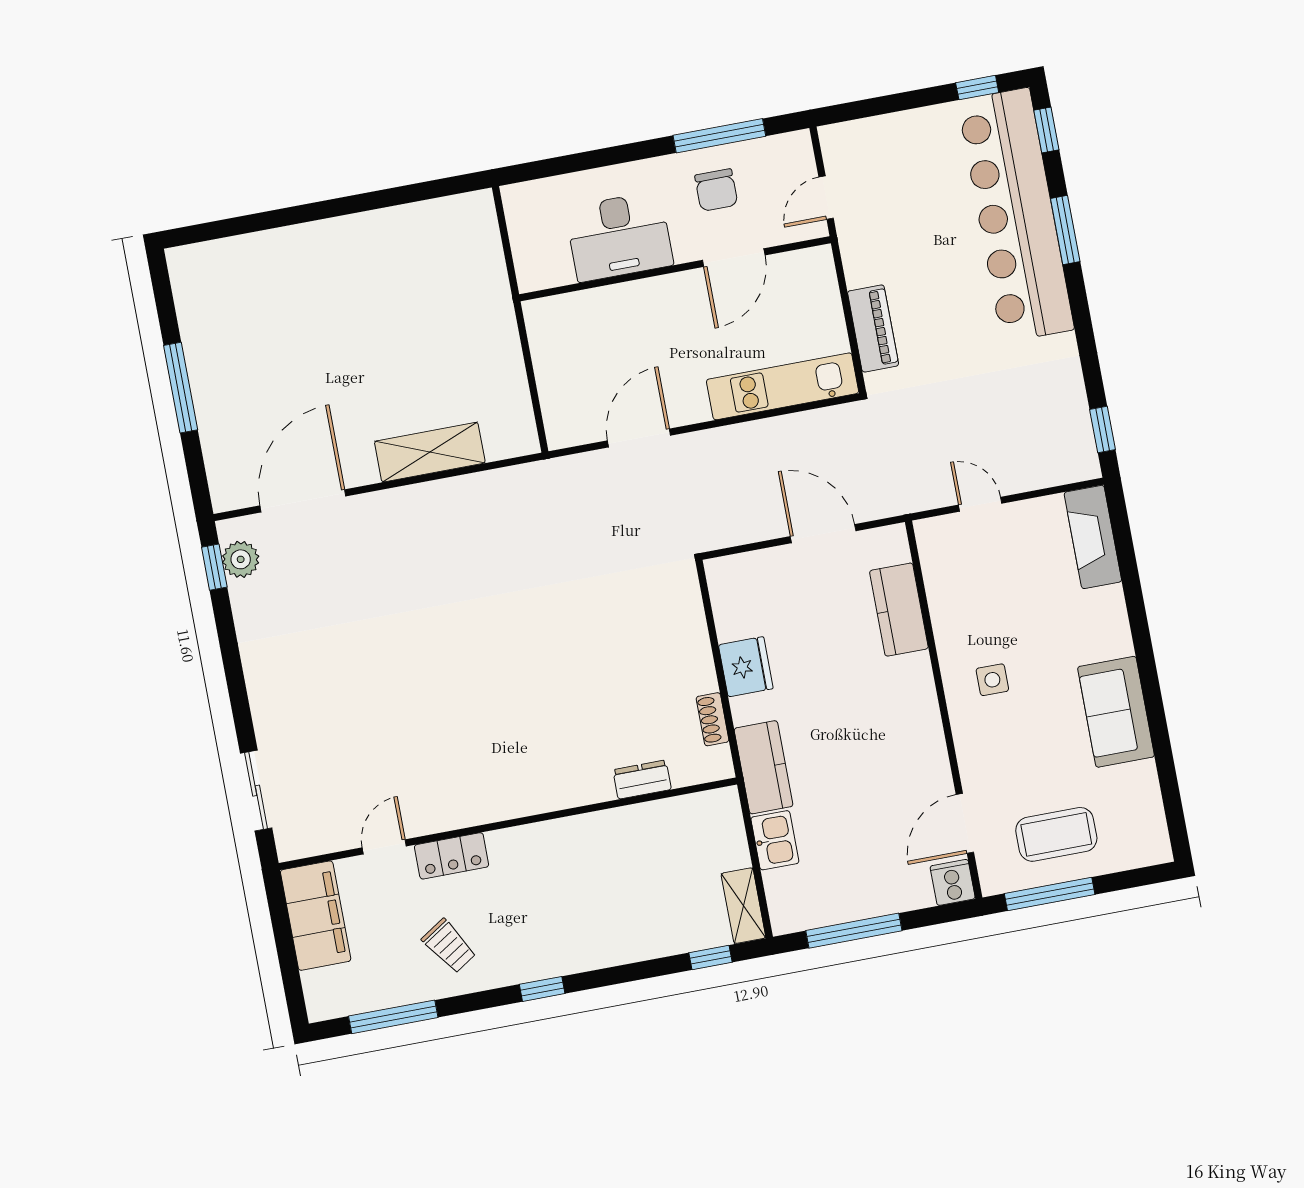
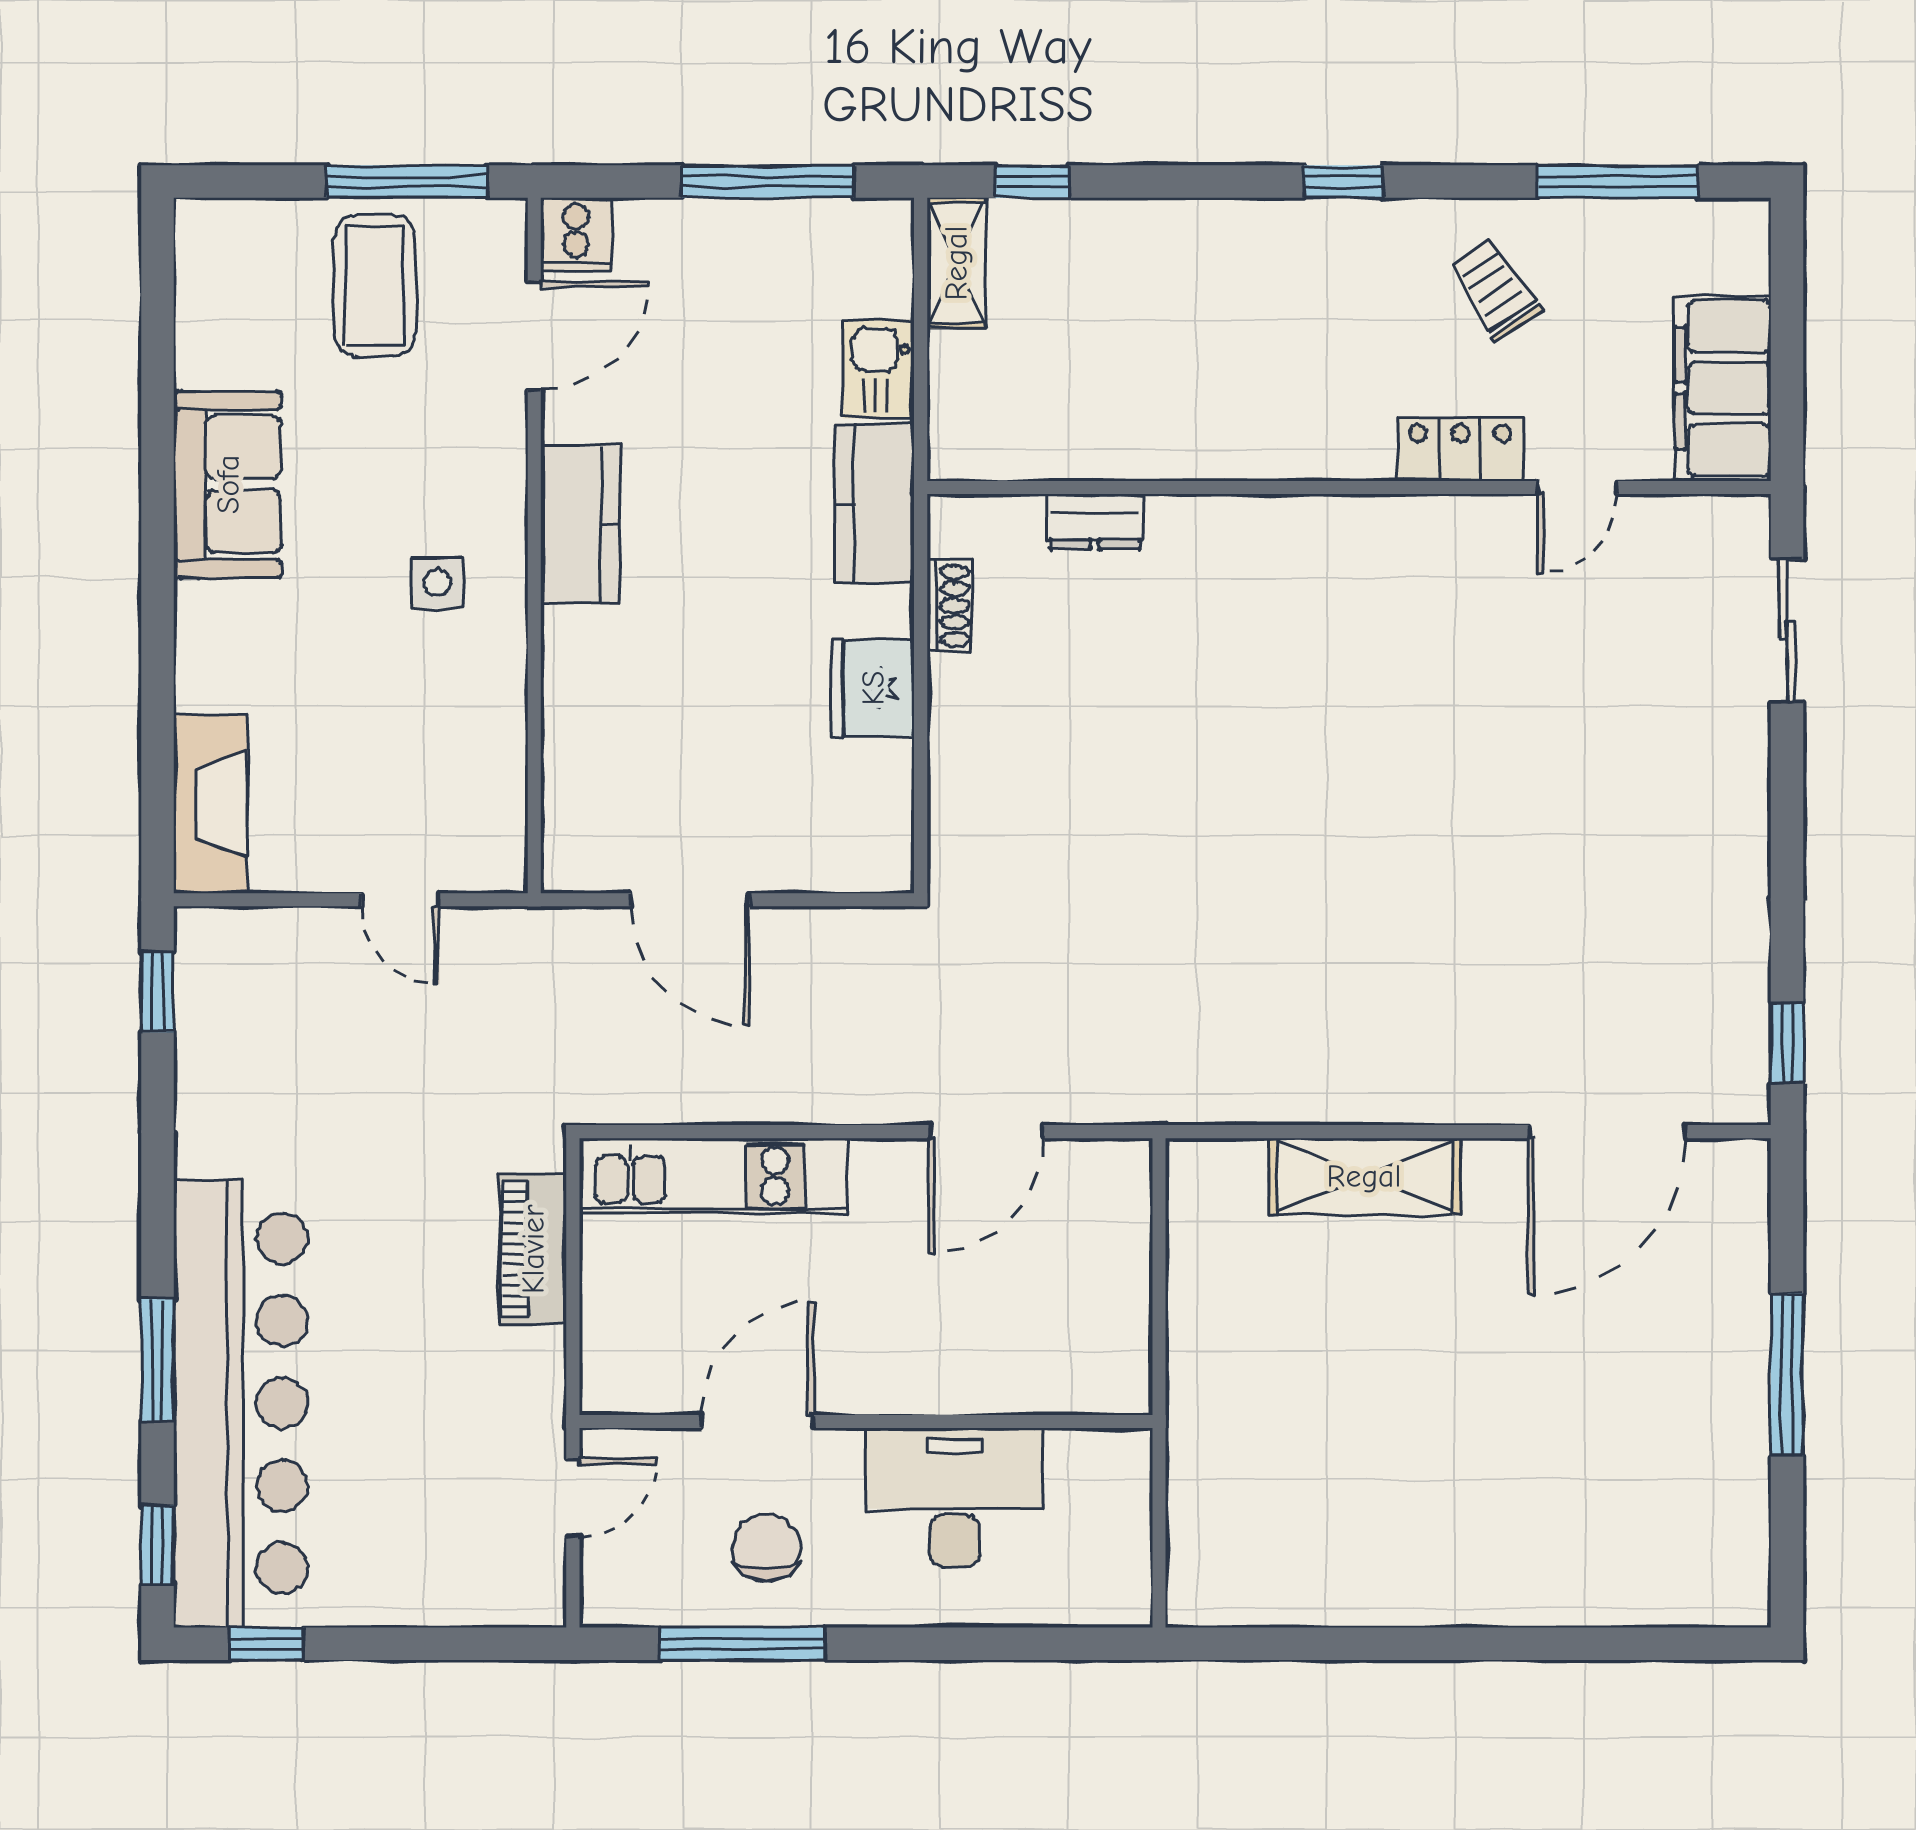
plant: (241, 559) -> (1737, 1048), removed
kitchen counter: (899, 610) -> (580, 525), moved
coffee table: (1056, 834) -> (375, 286), turned 90

